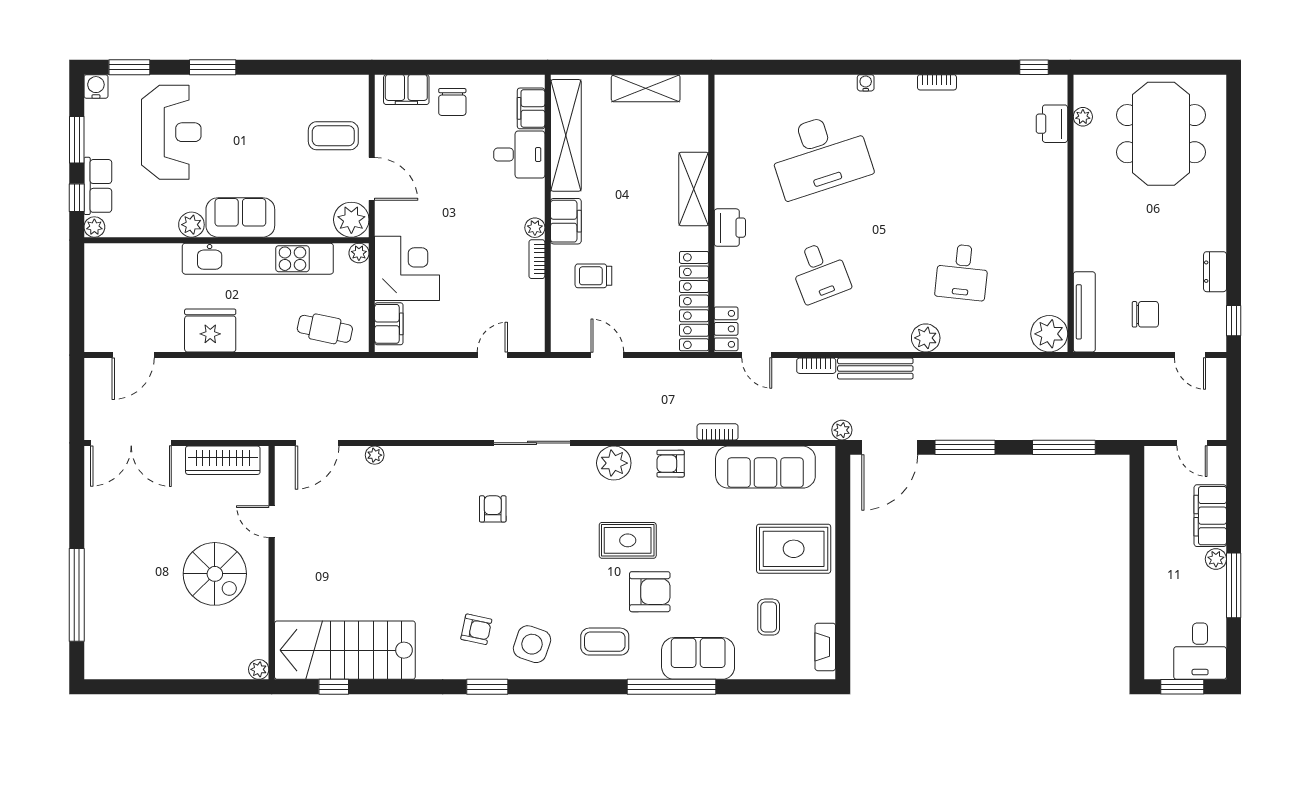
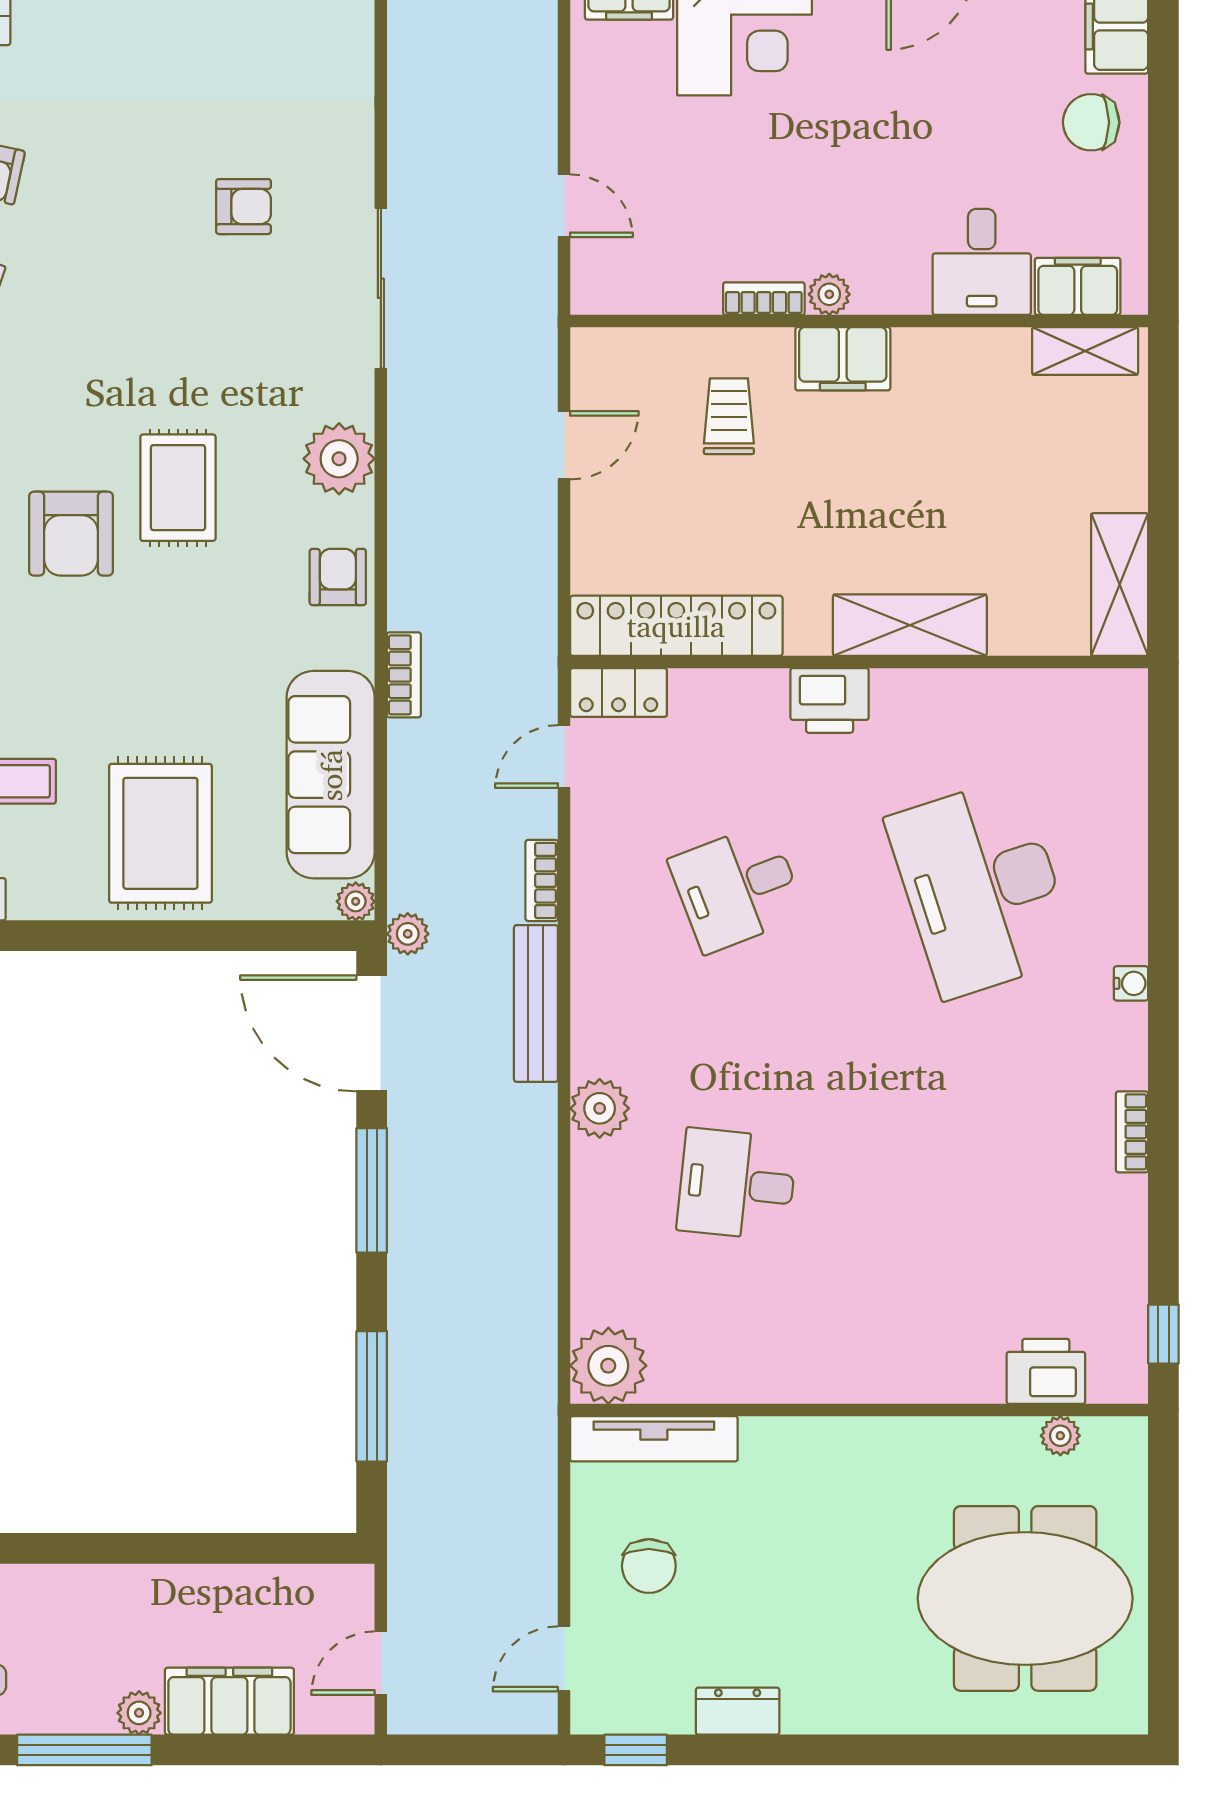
shelving: (646, 88) -> (1120, 585), moved
shelving: (566, 135) -> (1085, 351), width x0.45, depth x0.75
plant: (826, 455) -> (356, 901), added

